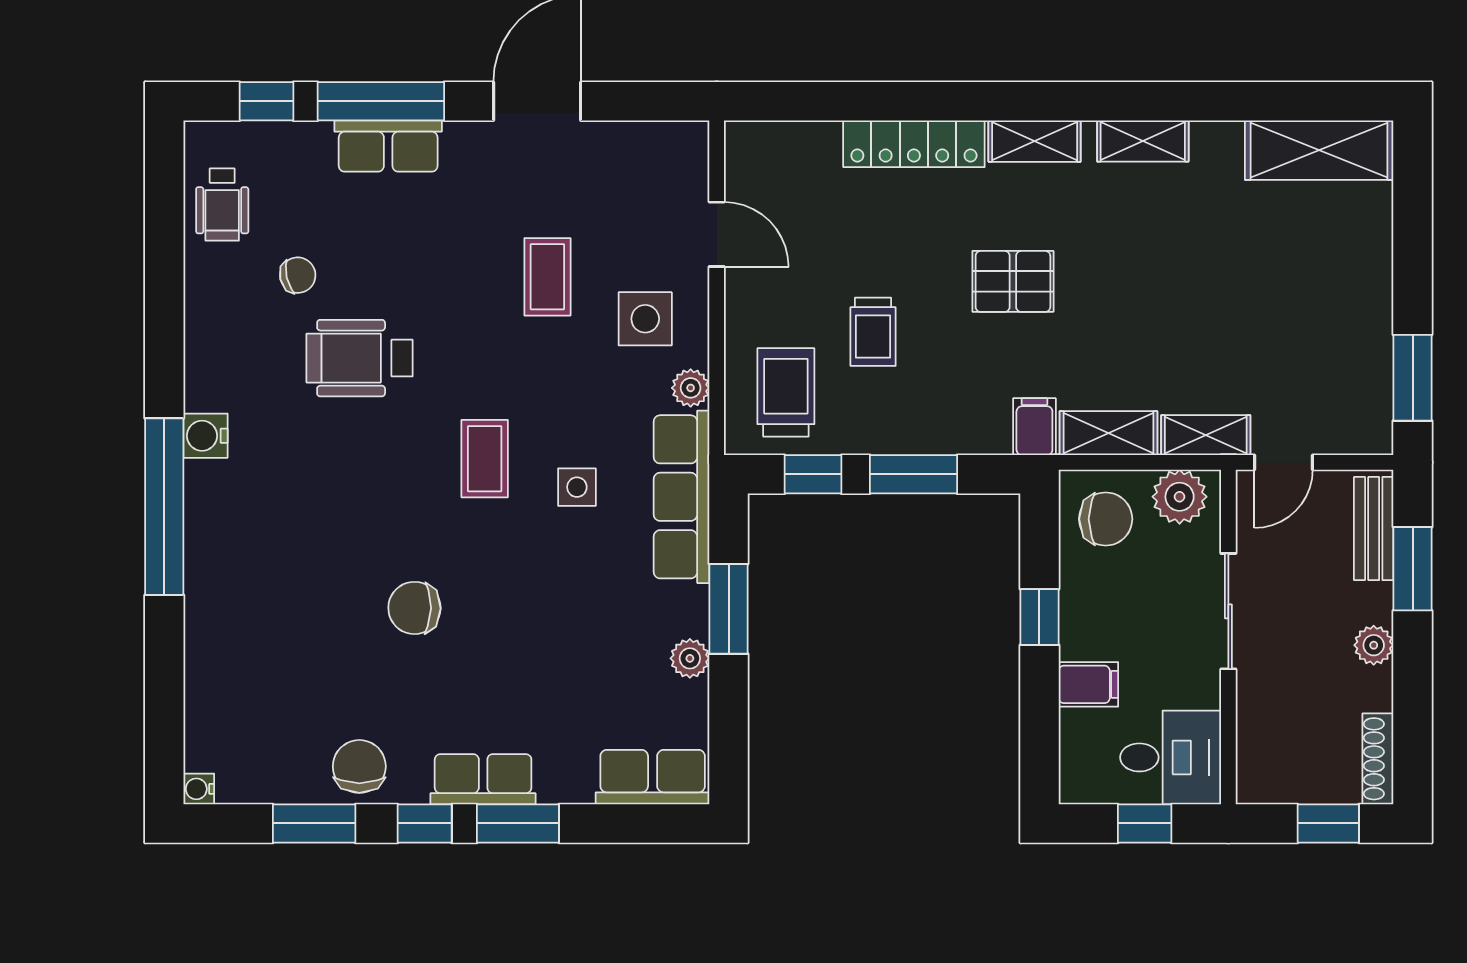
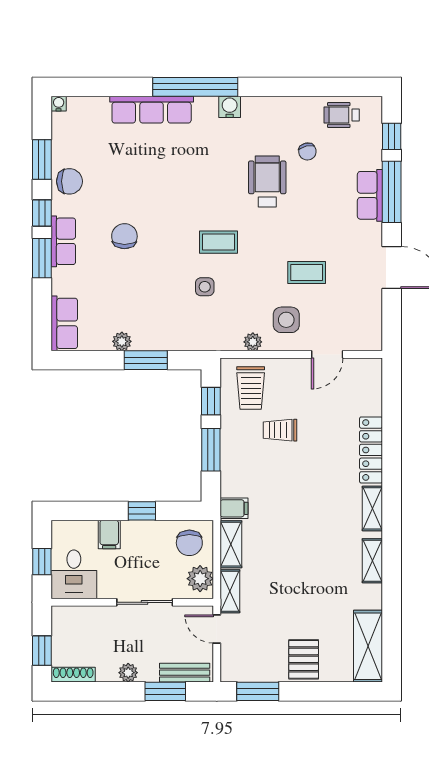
pallet: (1013, 281) -> (304, 659), moved
trolley: (786, 392) -> (251, 388), turned 90
row of seats: (682, 497) -> (152, 110), moved, turned 180
chair: (414, 608) -> (124, 236), moved

